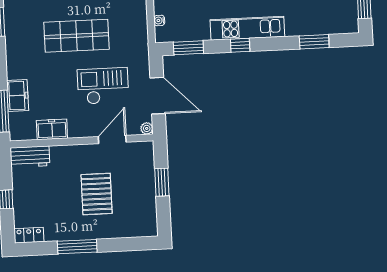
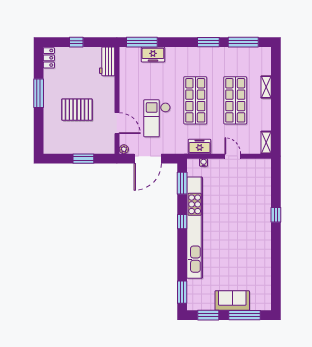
kitchen unit: (247, 28) -> (195, 228), width x1.86
window: (314, 42) -> (182, 292), moved
checkout: (103, 86) -> (157, 118), turned 180
freezer: (52, 129) -> (200, 146), moved, turned -90

